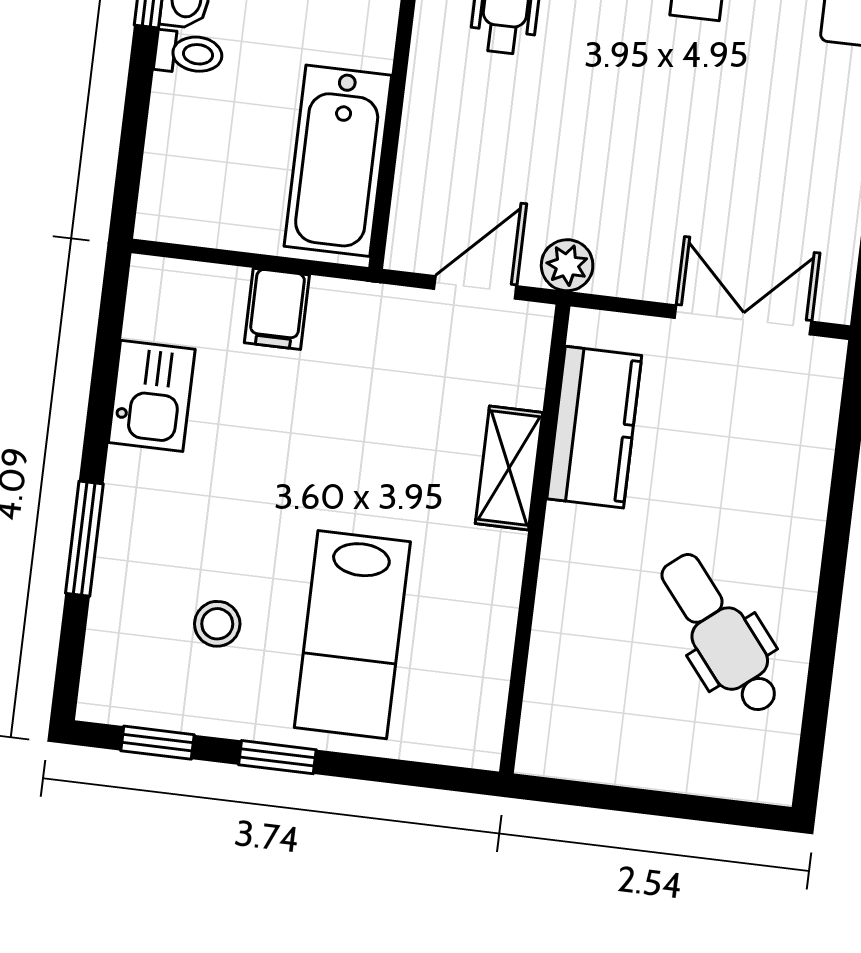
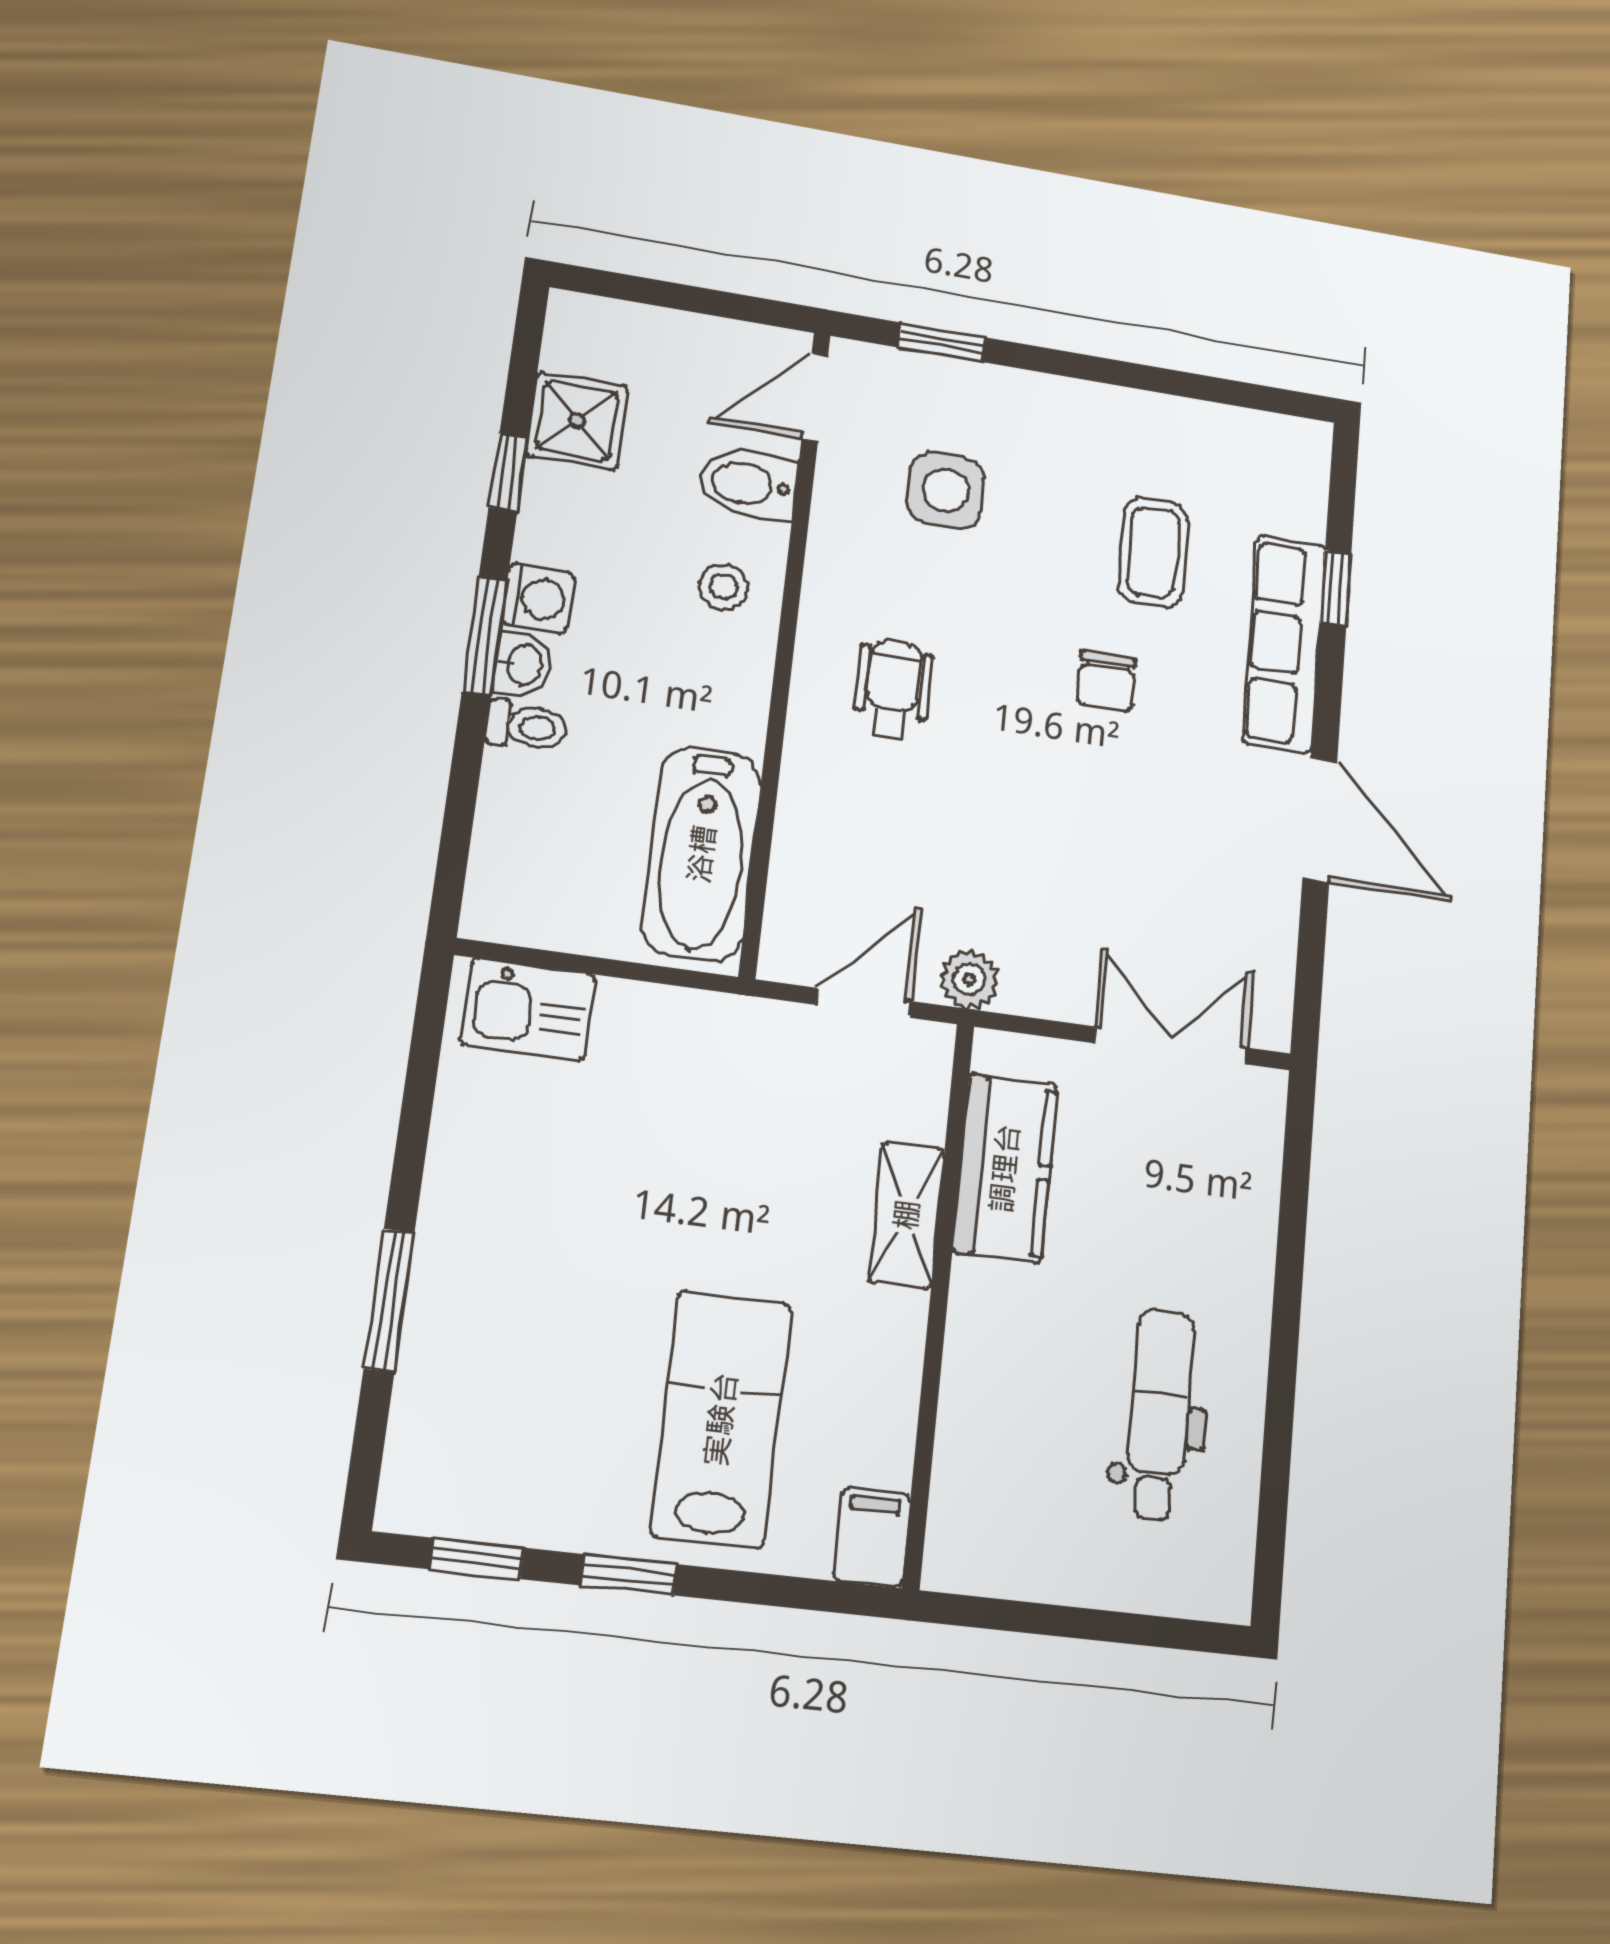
filing cabinet: (277, 309) -> (872, 1537), moved, turned 180
kitchen sink: (152, 396) -> (528, 1010), moved, turned 90
stool: (217, 624) -> (554, 1406), removed
dental chair: (721, 634) -> (1159, 1415), turned 39
lab bench: (352, 635) -> (721, 1419), turned 180

